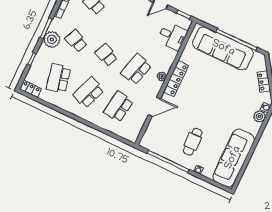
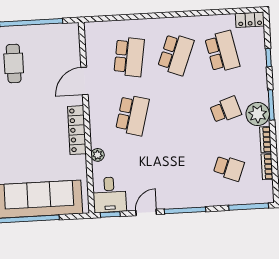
desk: (172, 36) -> (109, 195), moved, turned -90
plant: (52, 39) -> (258, 114), moved
school desk: (76, 41) -> (226, 110), turned -42
school desk: (106, 55) -> (179, 112), removed
plant: (162, 76) -> (98, 155), moved

